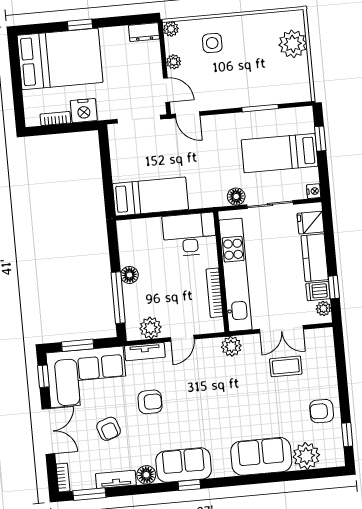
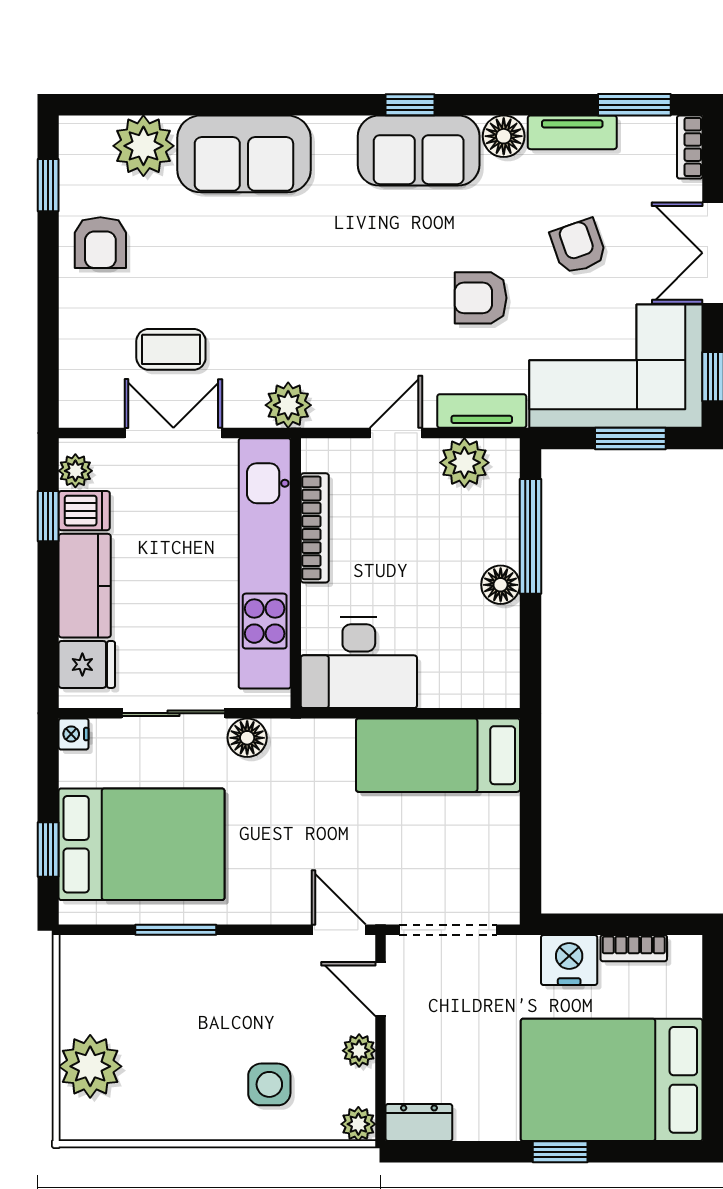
bed: (280, 153) -> (142, 844), width x1.50
armchair: (322, 411) -> (100, 243), turned 90

